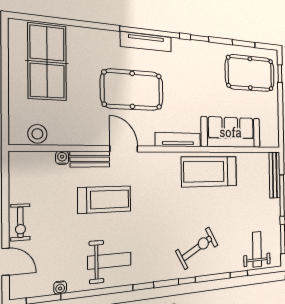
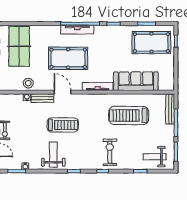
stool: (37, 134) -> (28, 83), moved
treadmill: (209, 172) -> (129, 115), moved
treadmill: (105, 200) -> (63, 125), moved
exercise bike: (197, 248) -> (110, 152), turned -61
weight bench: (257, 249) -> (155, 157), turned -90
weight bench: (110, 261) -> (53, 155), turned -90

